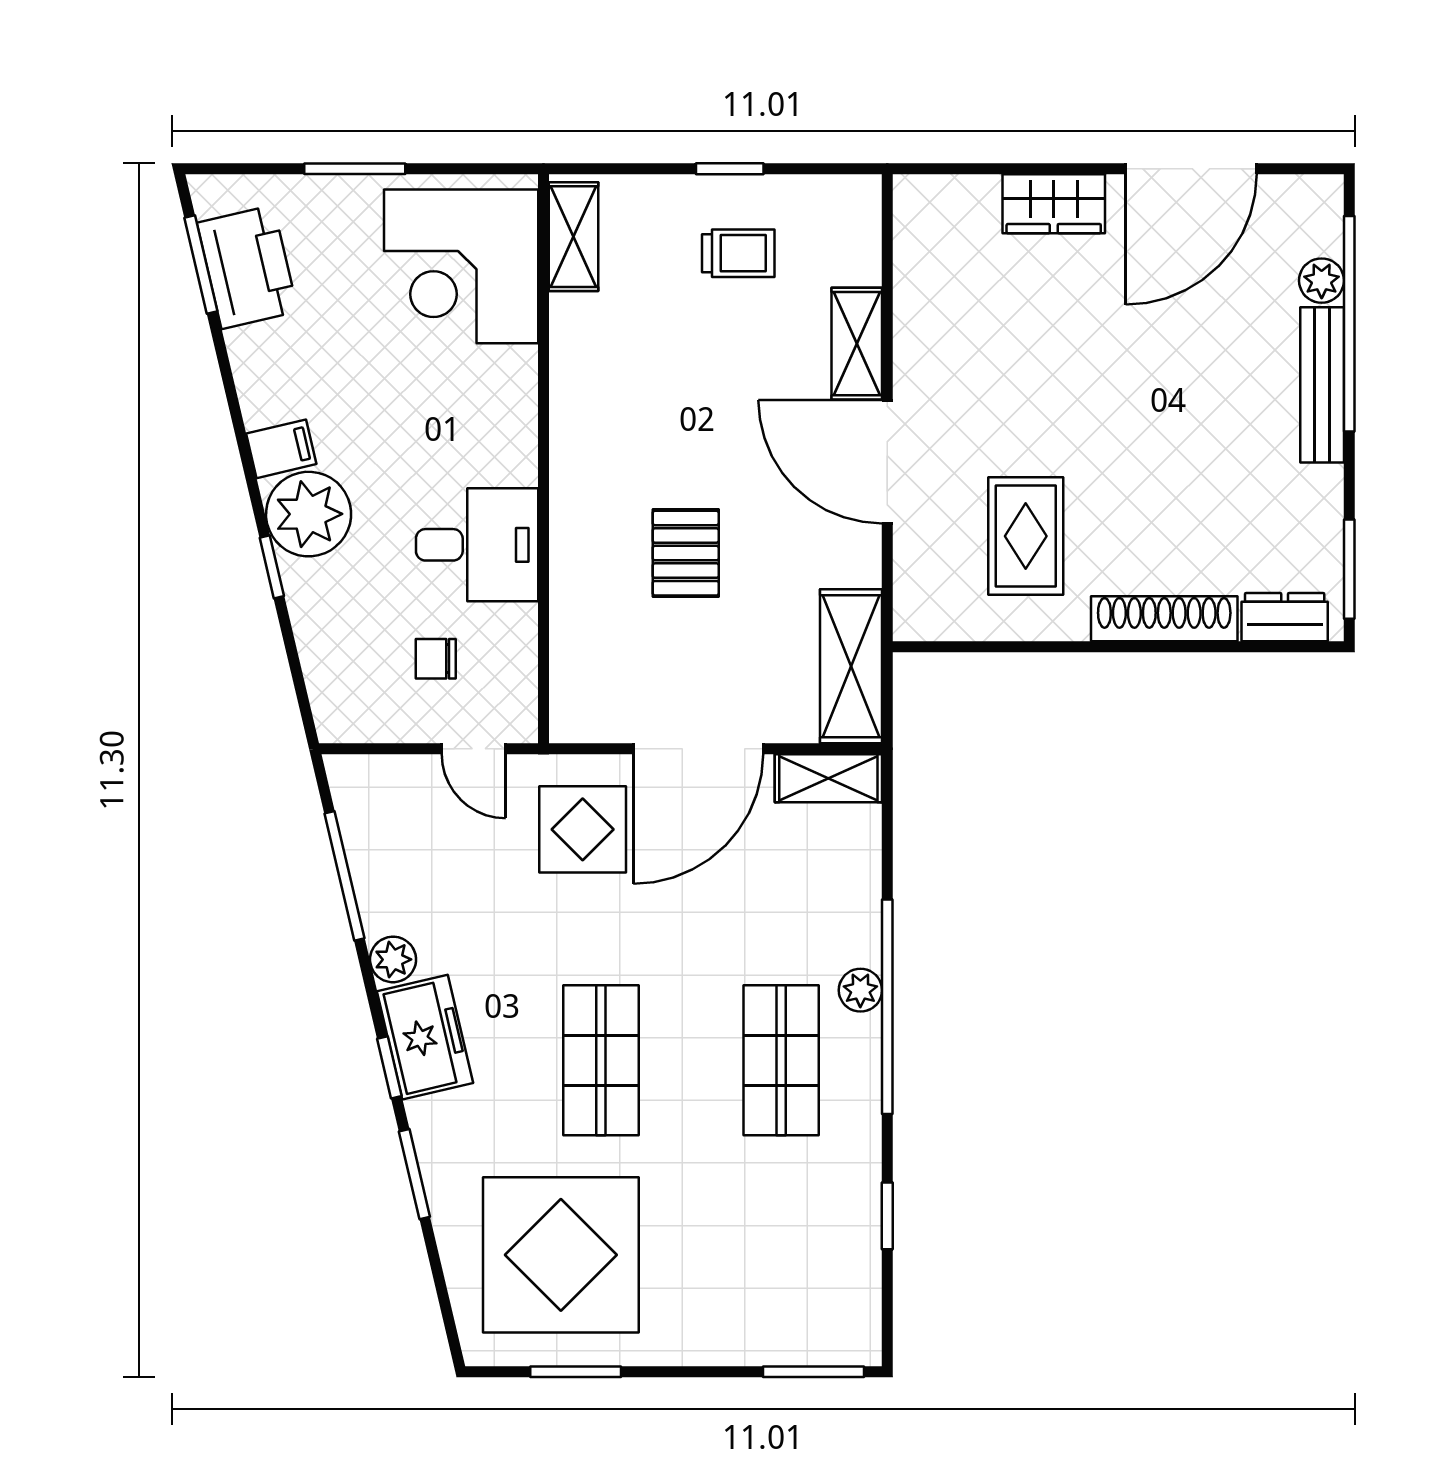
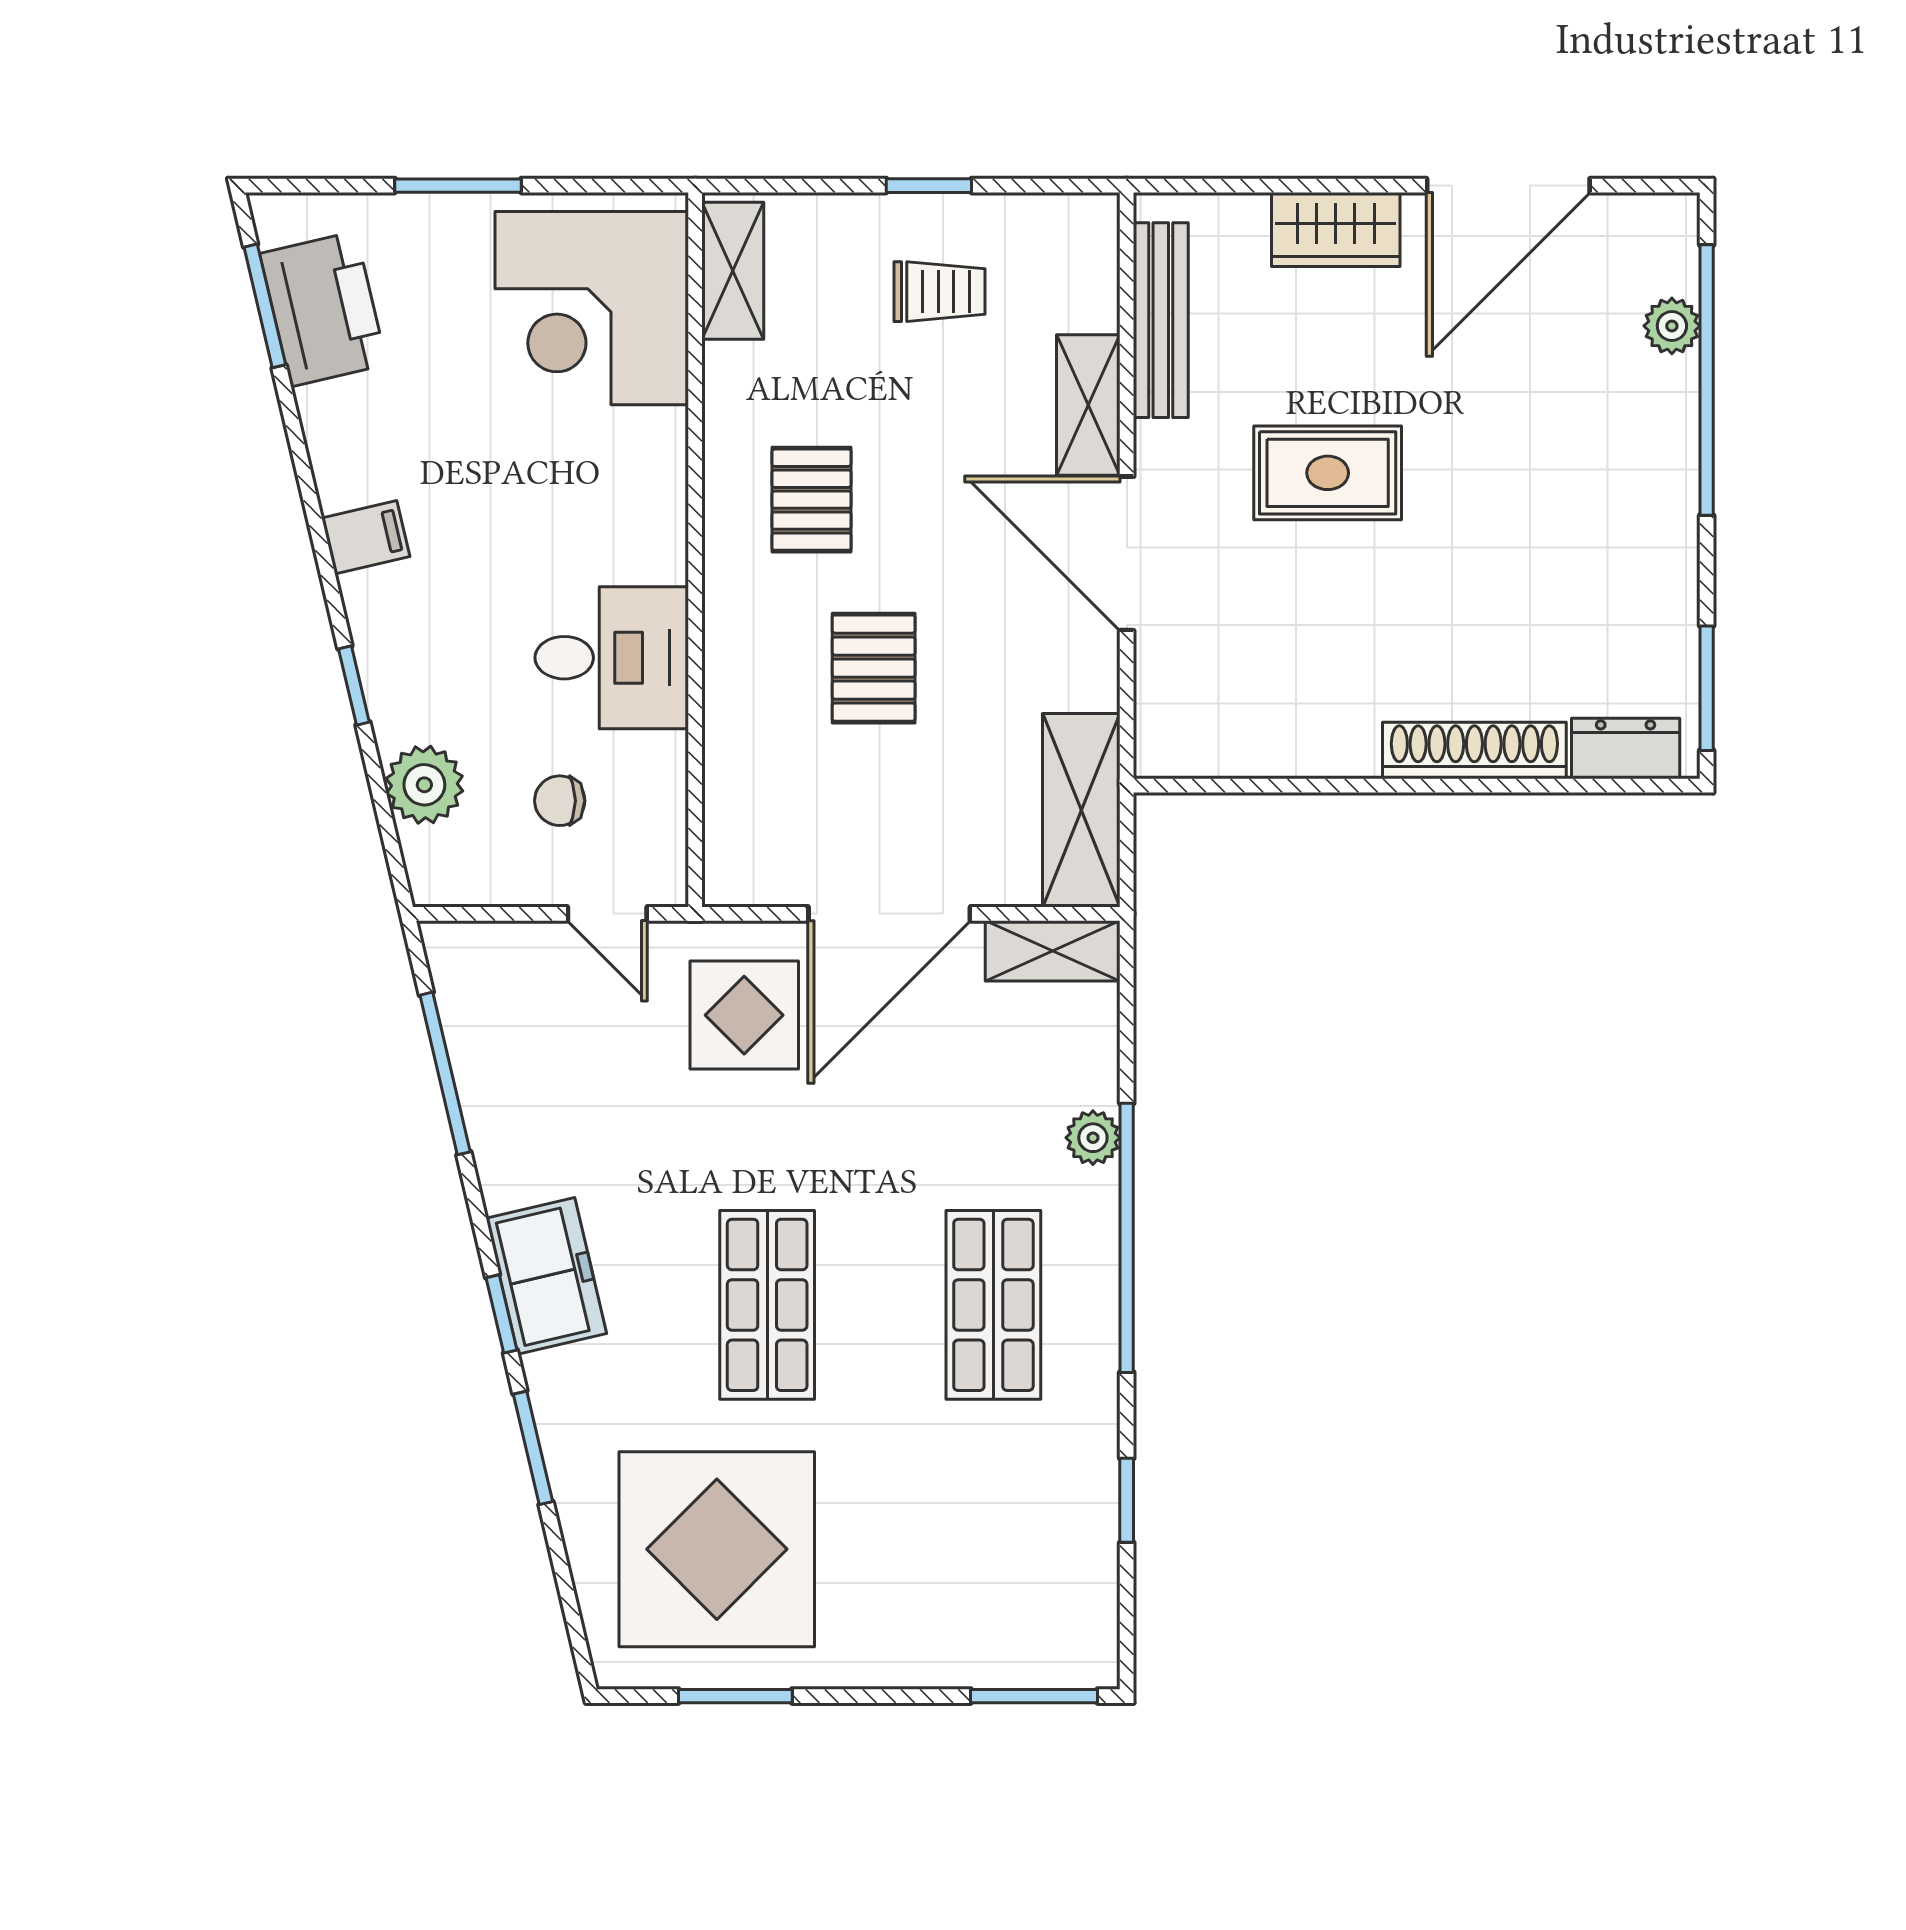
bench: (1322, 385) -> (1161, 320), moved
pallet: (636, 419) -> (812, 500), added
plant: (309, 514) -> (424, 785), moved, width x0.73, depth x0.73
rug: (1026, 536) -> (1328, 473), moved, turned 90
plant: (393, 959) -> (506, 1178), removed
plant: (860, 990) -> (1093, 1138), moved

